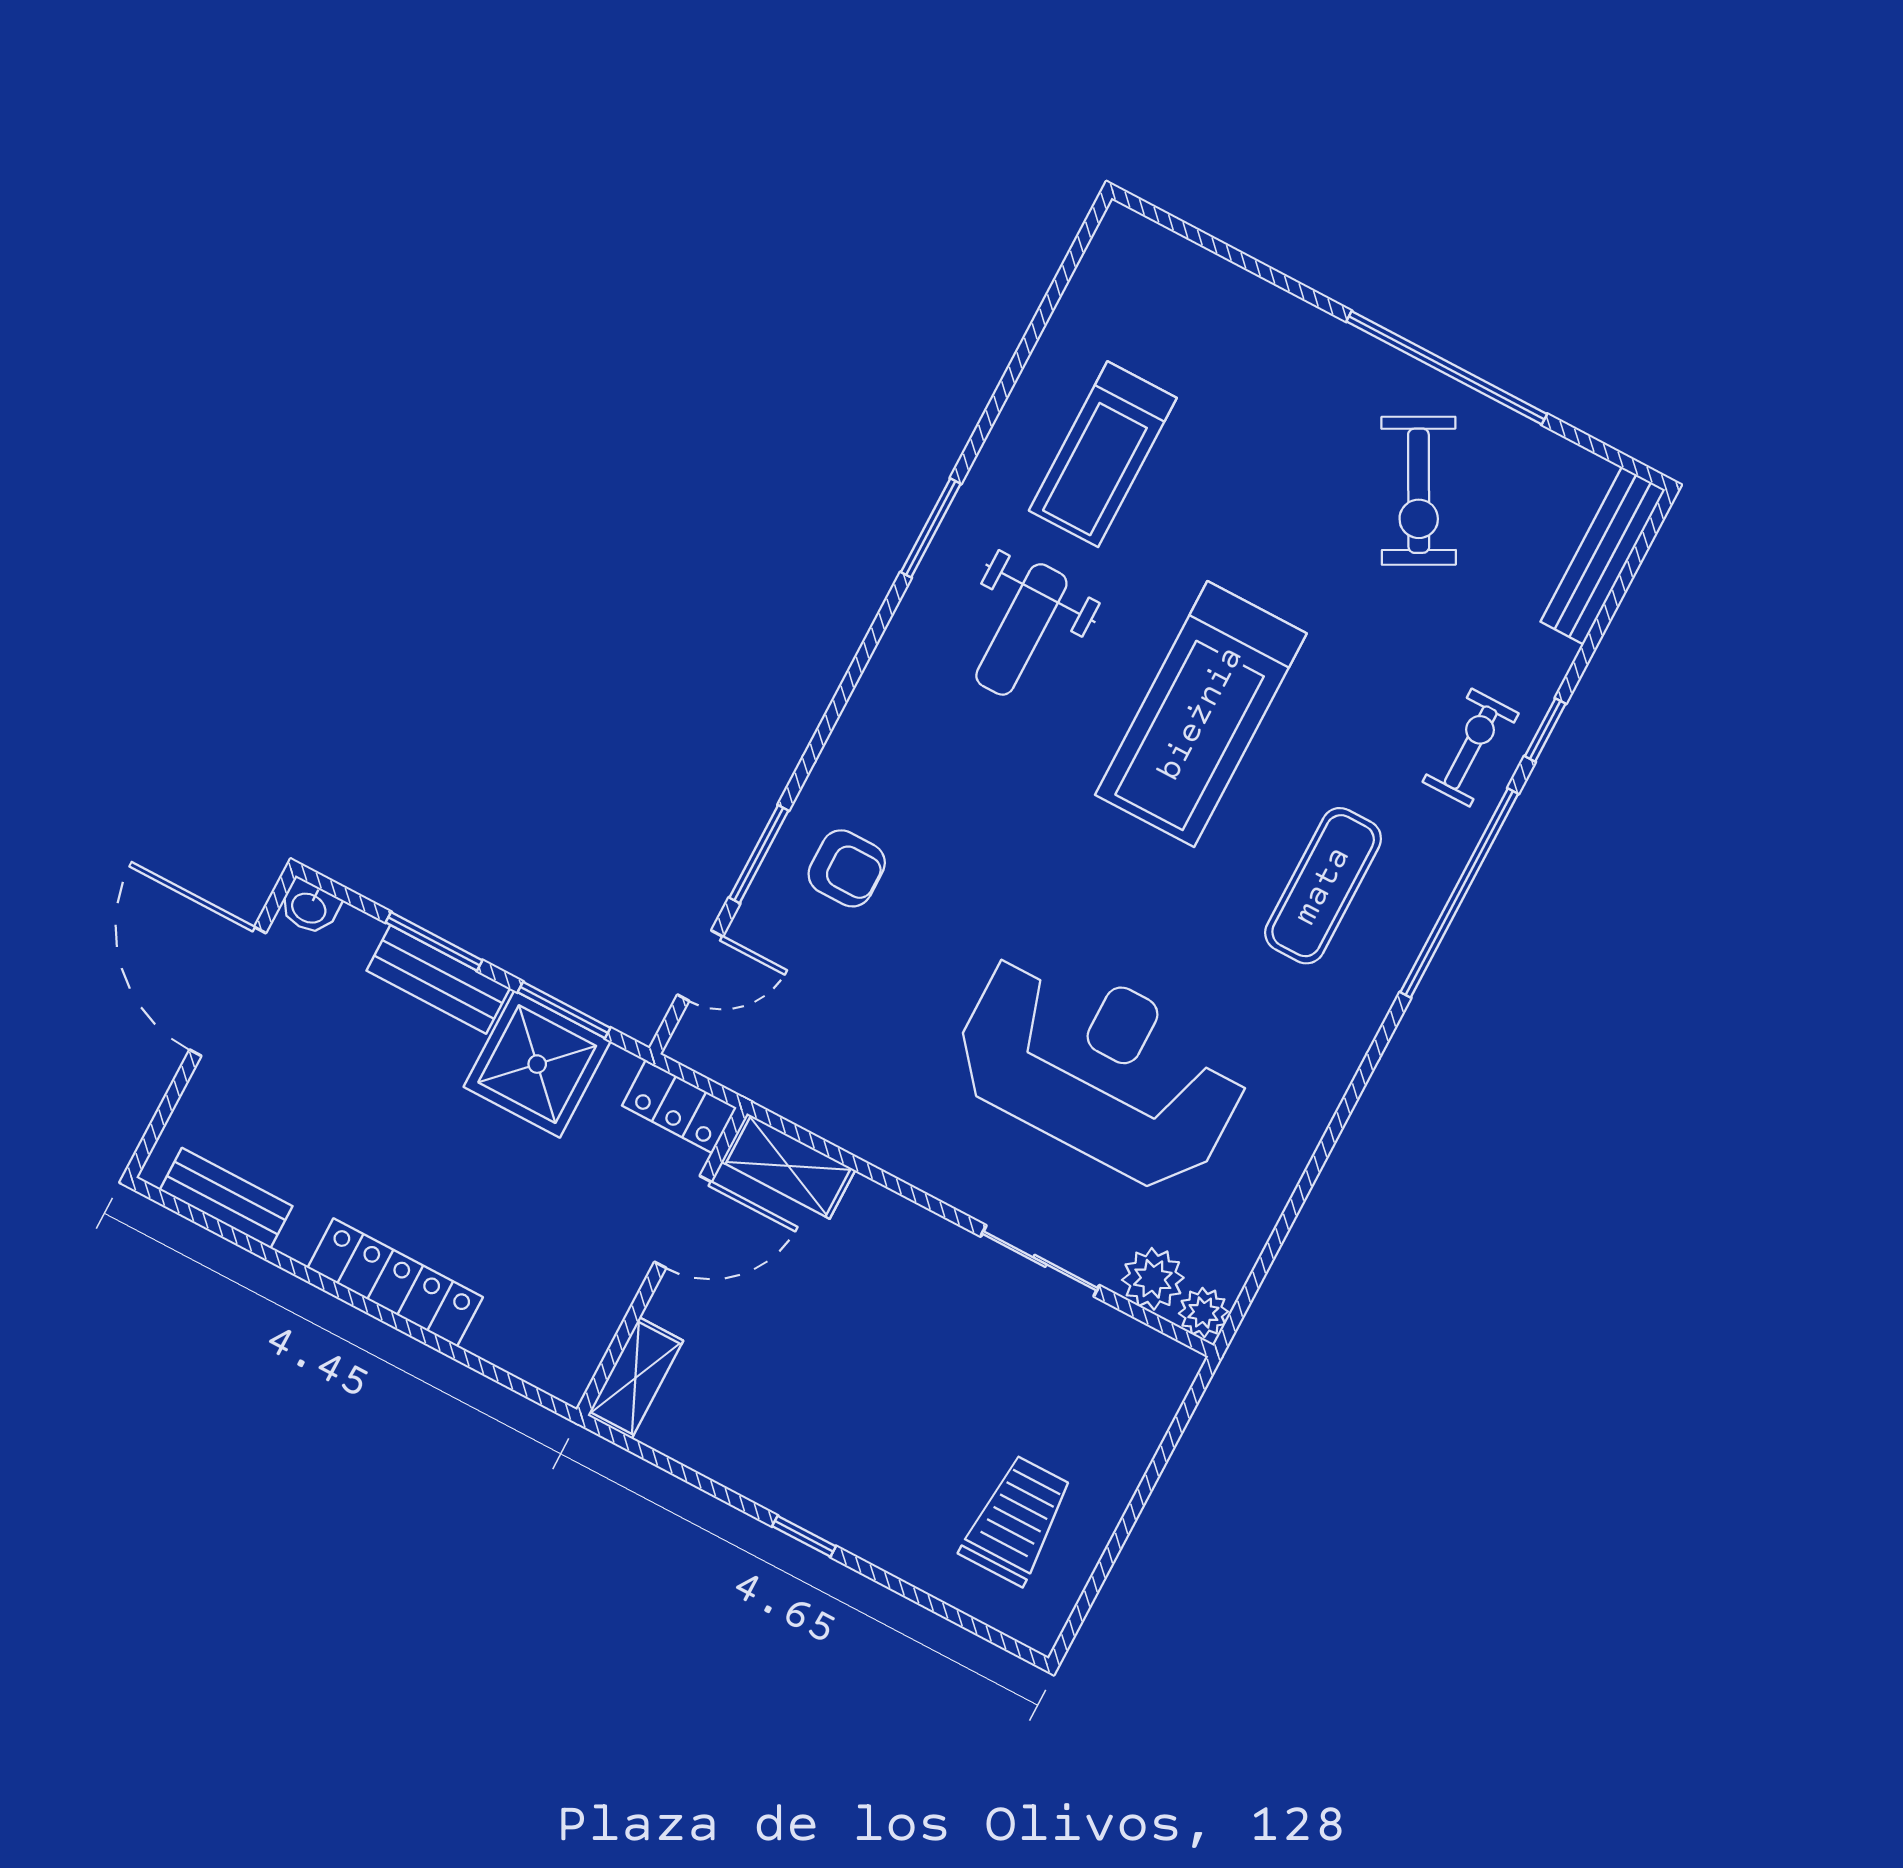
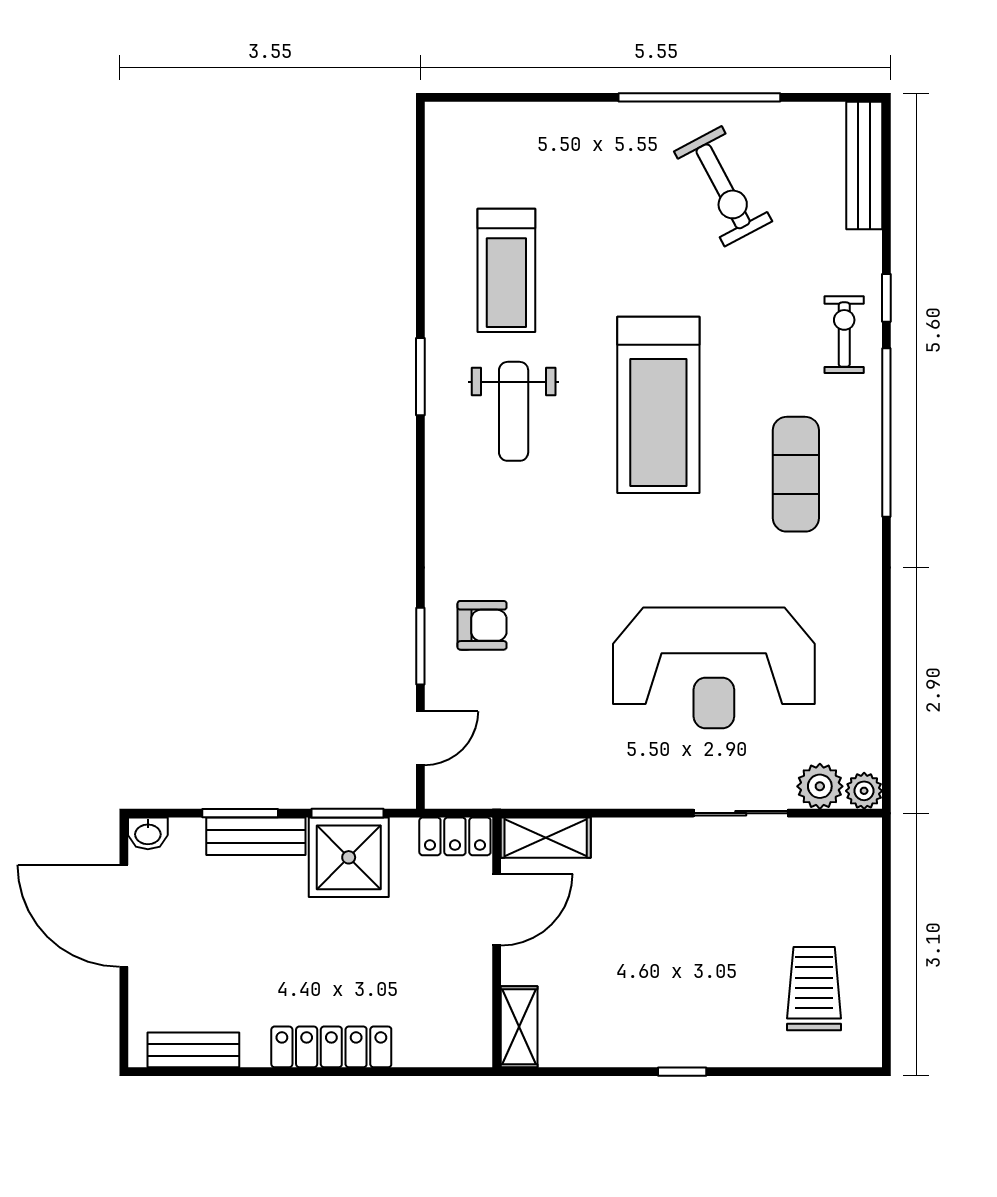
reception desk: (1100, 1068) -> (714, 668), turned 180

